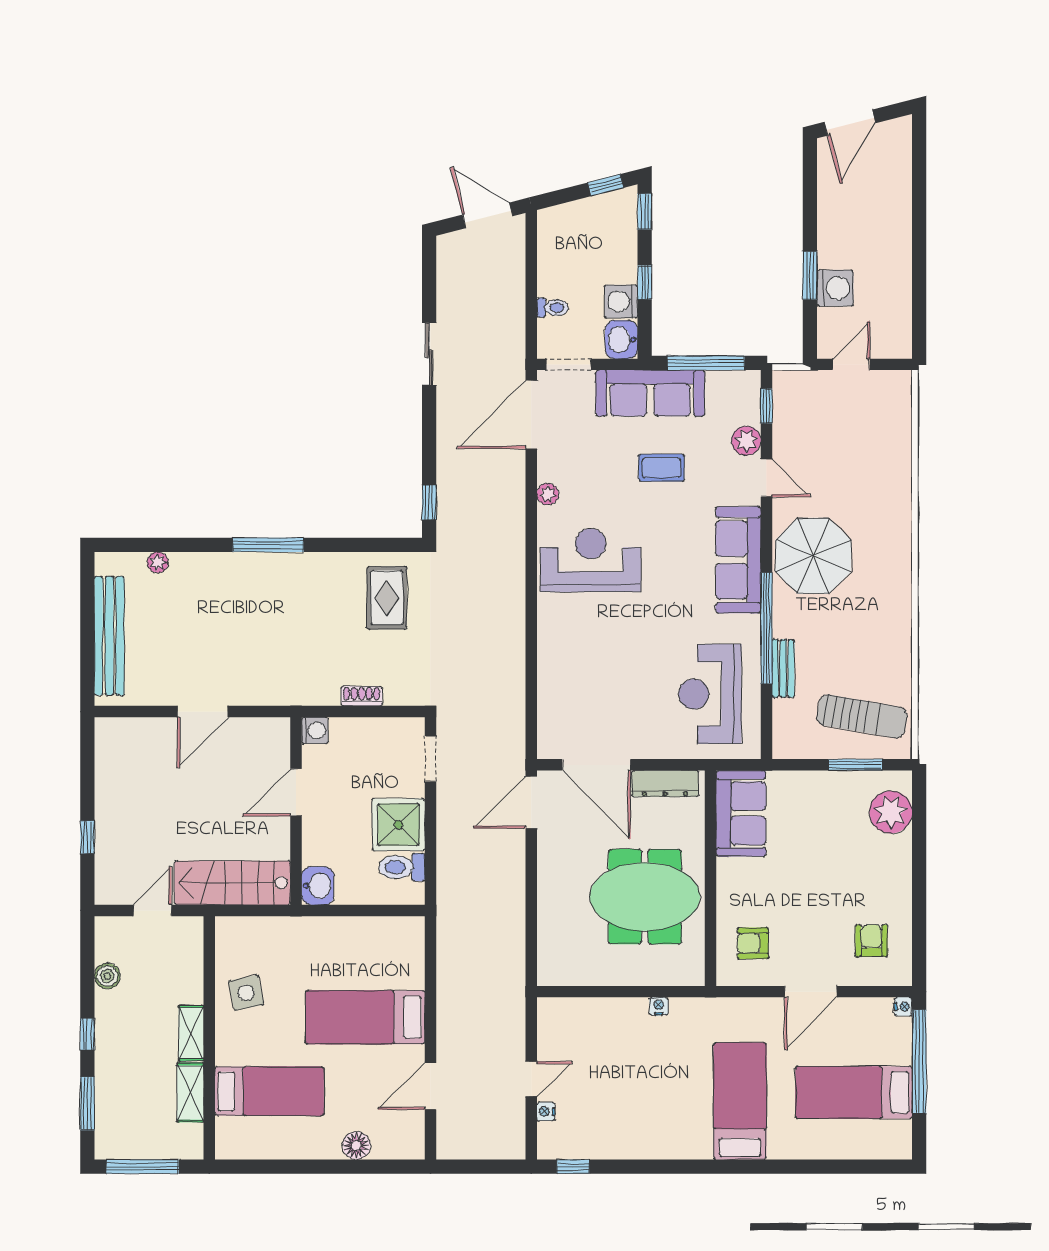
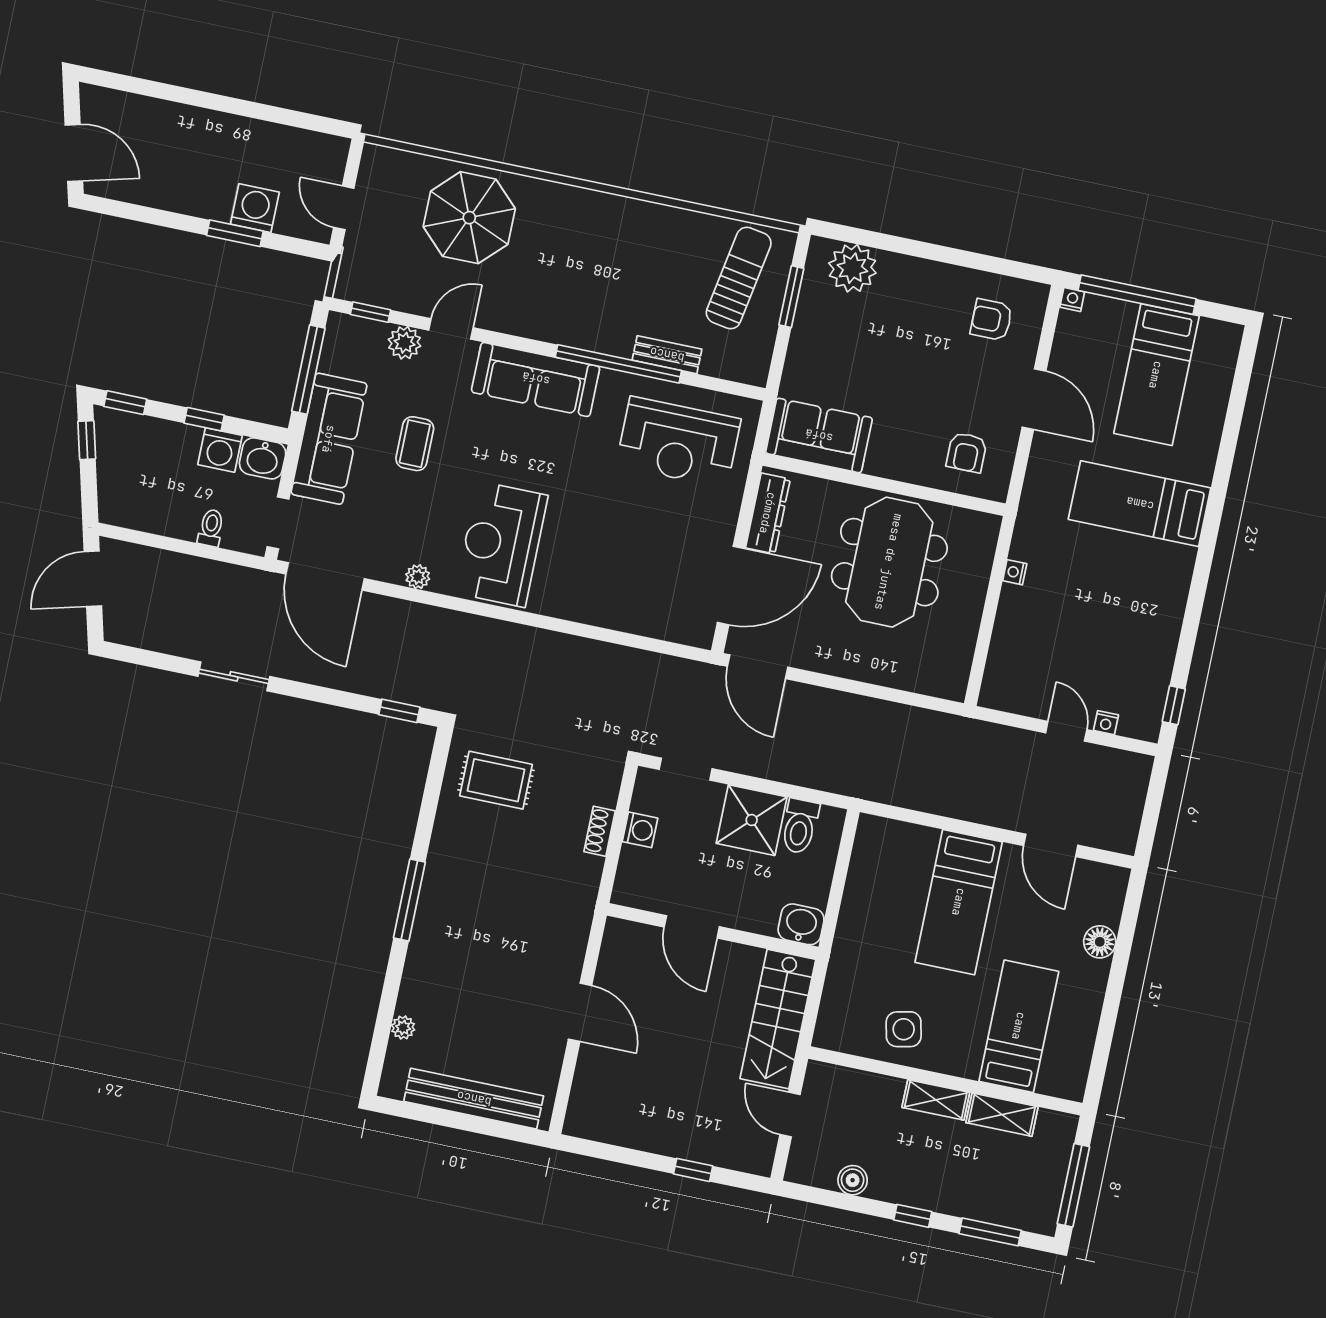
parasol: (813, 556) -> (469, 218), moved
washing machine: (315, 730) -> (640, 830), moved, turned 90

